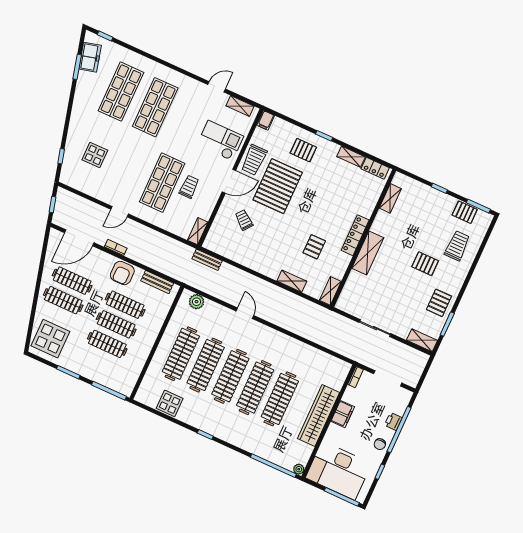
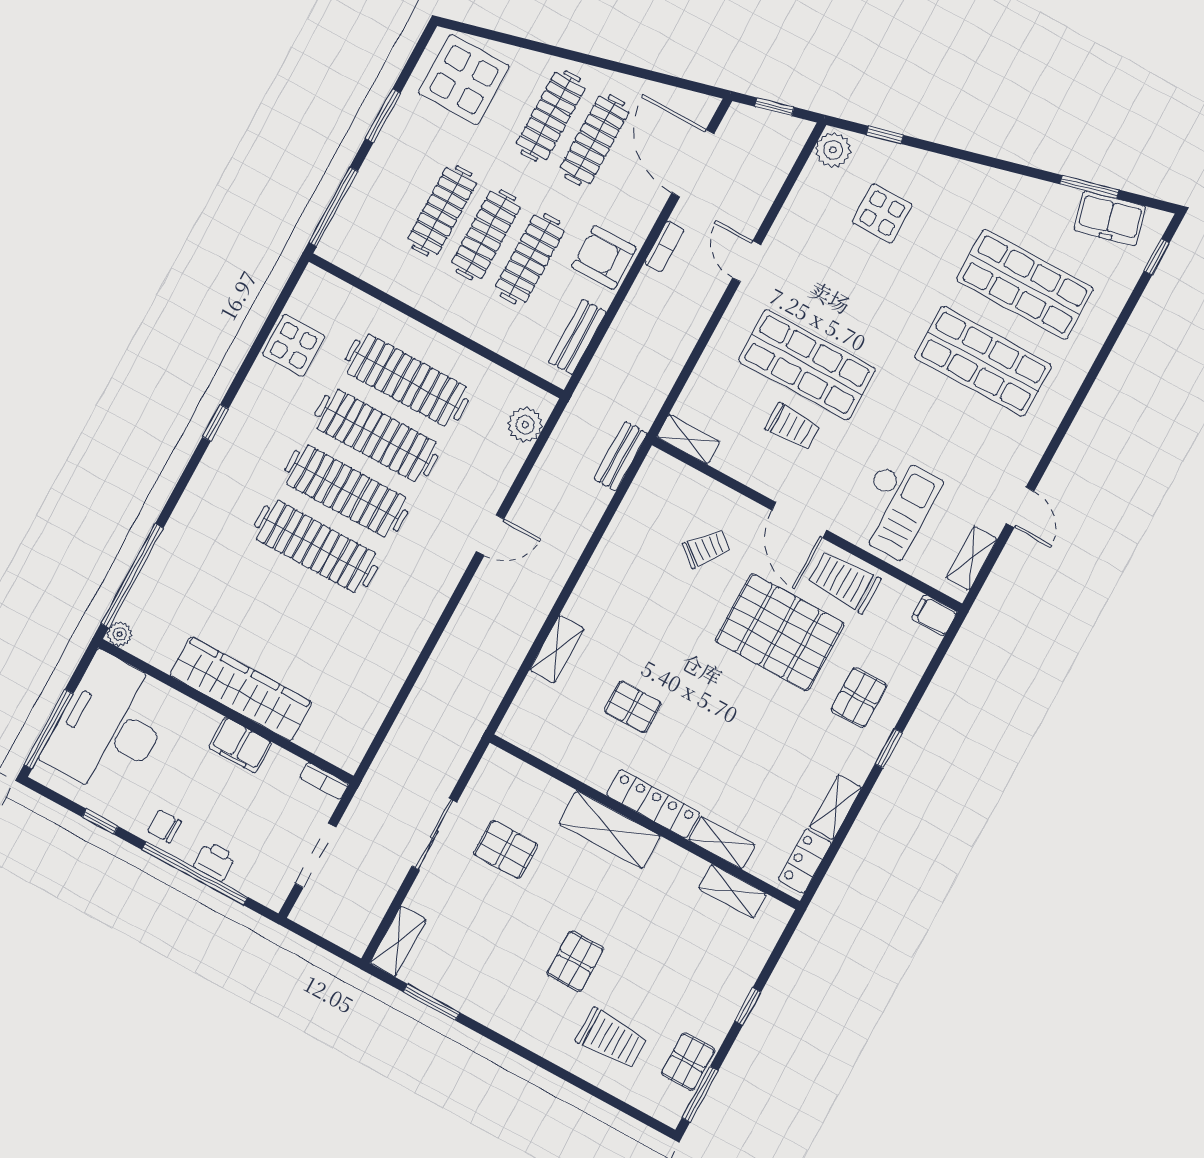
plant: (69, 178) -> (833, 150), added
shelving: (330, 291) -> (722, 843), moved
pallet: (439, 303) -> (506, 849), moved
clothes rail: (280, 399) -> (286, 602), removed

